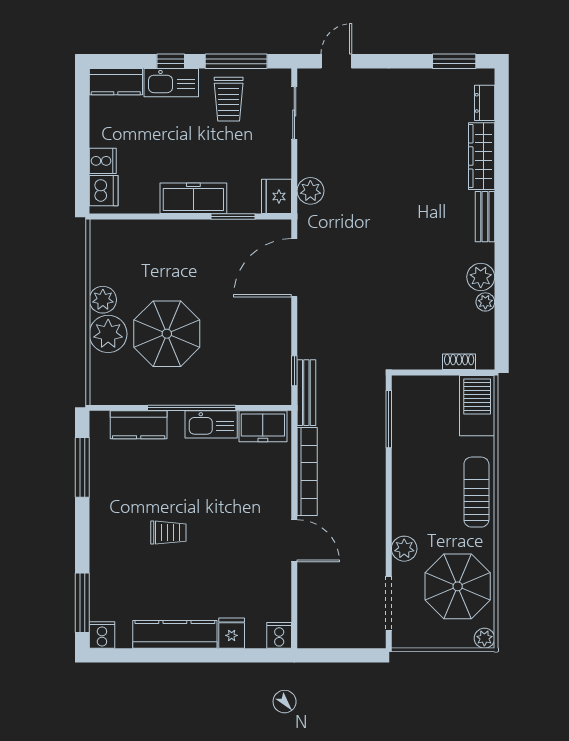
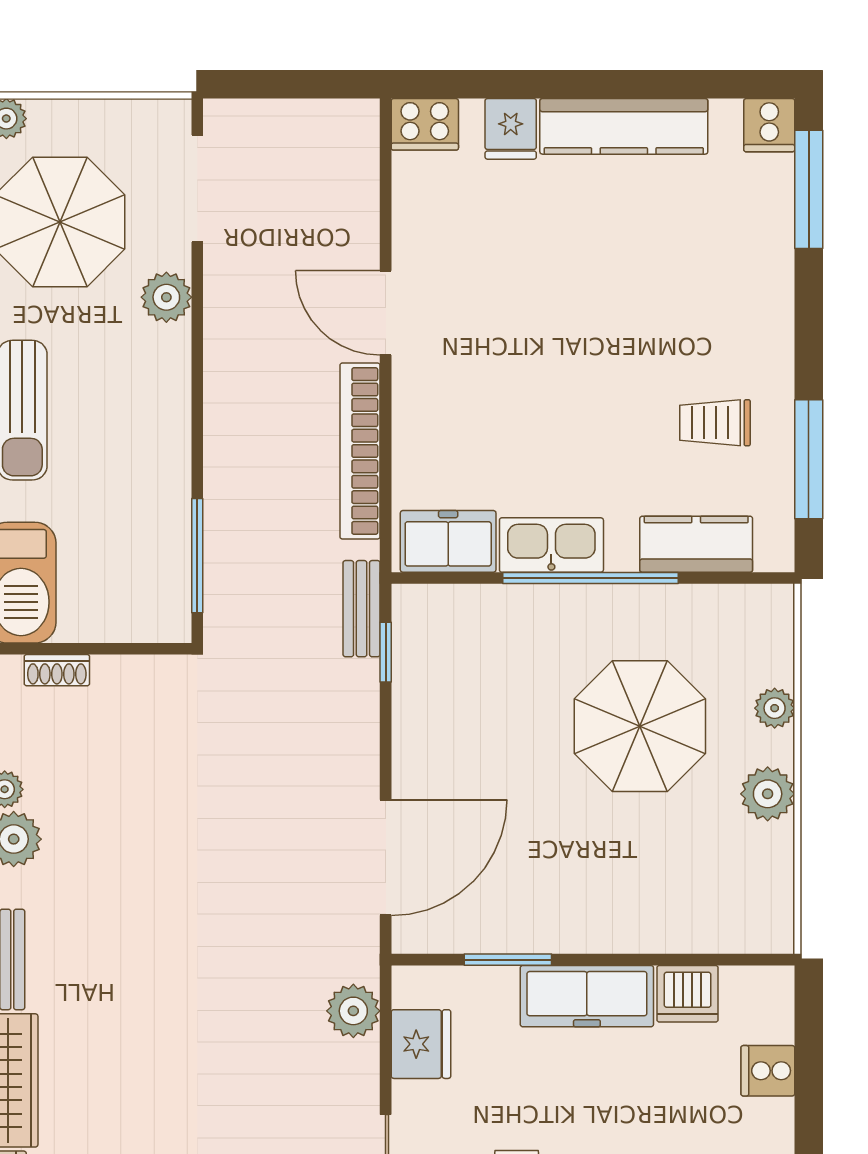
dishwasher: (104, 191) -> (688, 994), moved, turned -90
fridge: (277, 196) -> (421, 1044), moved
plant: (108, 334) -> (775, 708), width x0.53, depth x0.53
bench: (306, 393) -> (362, 609), width x0.73
trolley: (168, 533) -> (715, 423), moved
cooker: (279, 635) -> (425, 124), width x1.36

